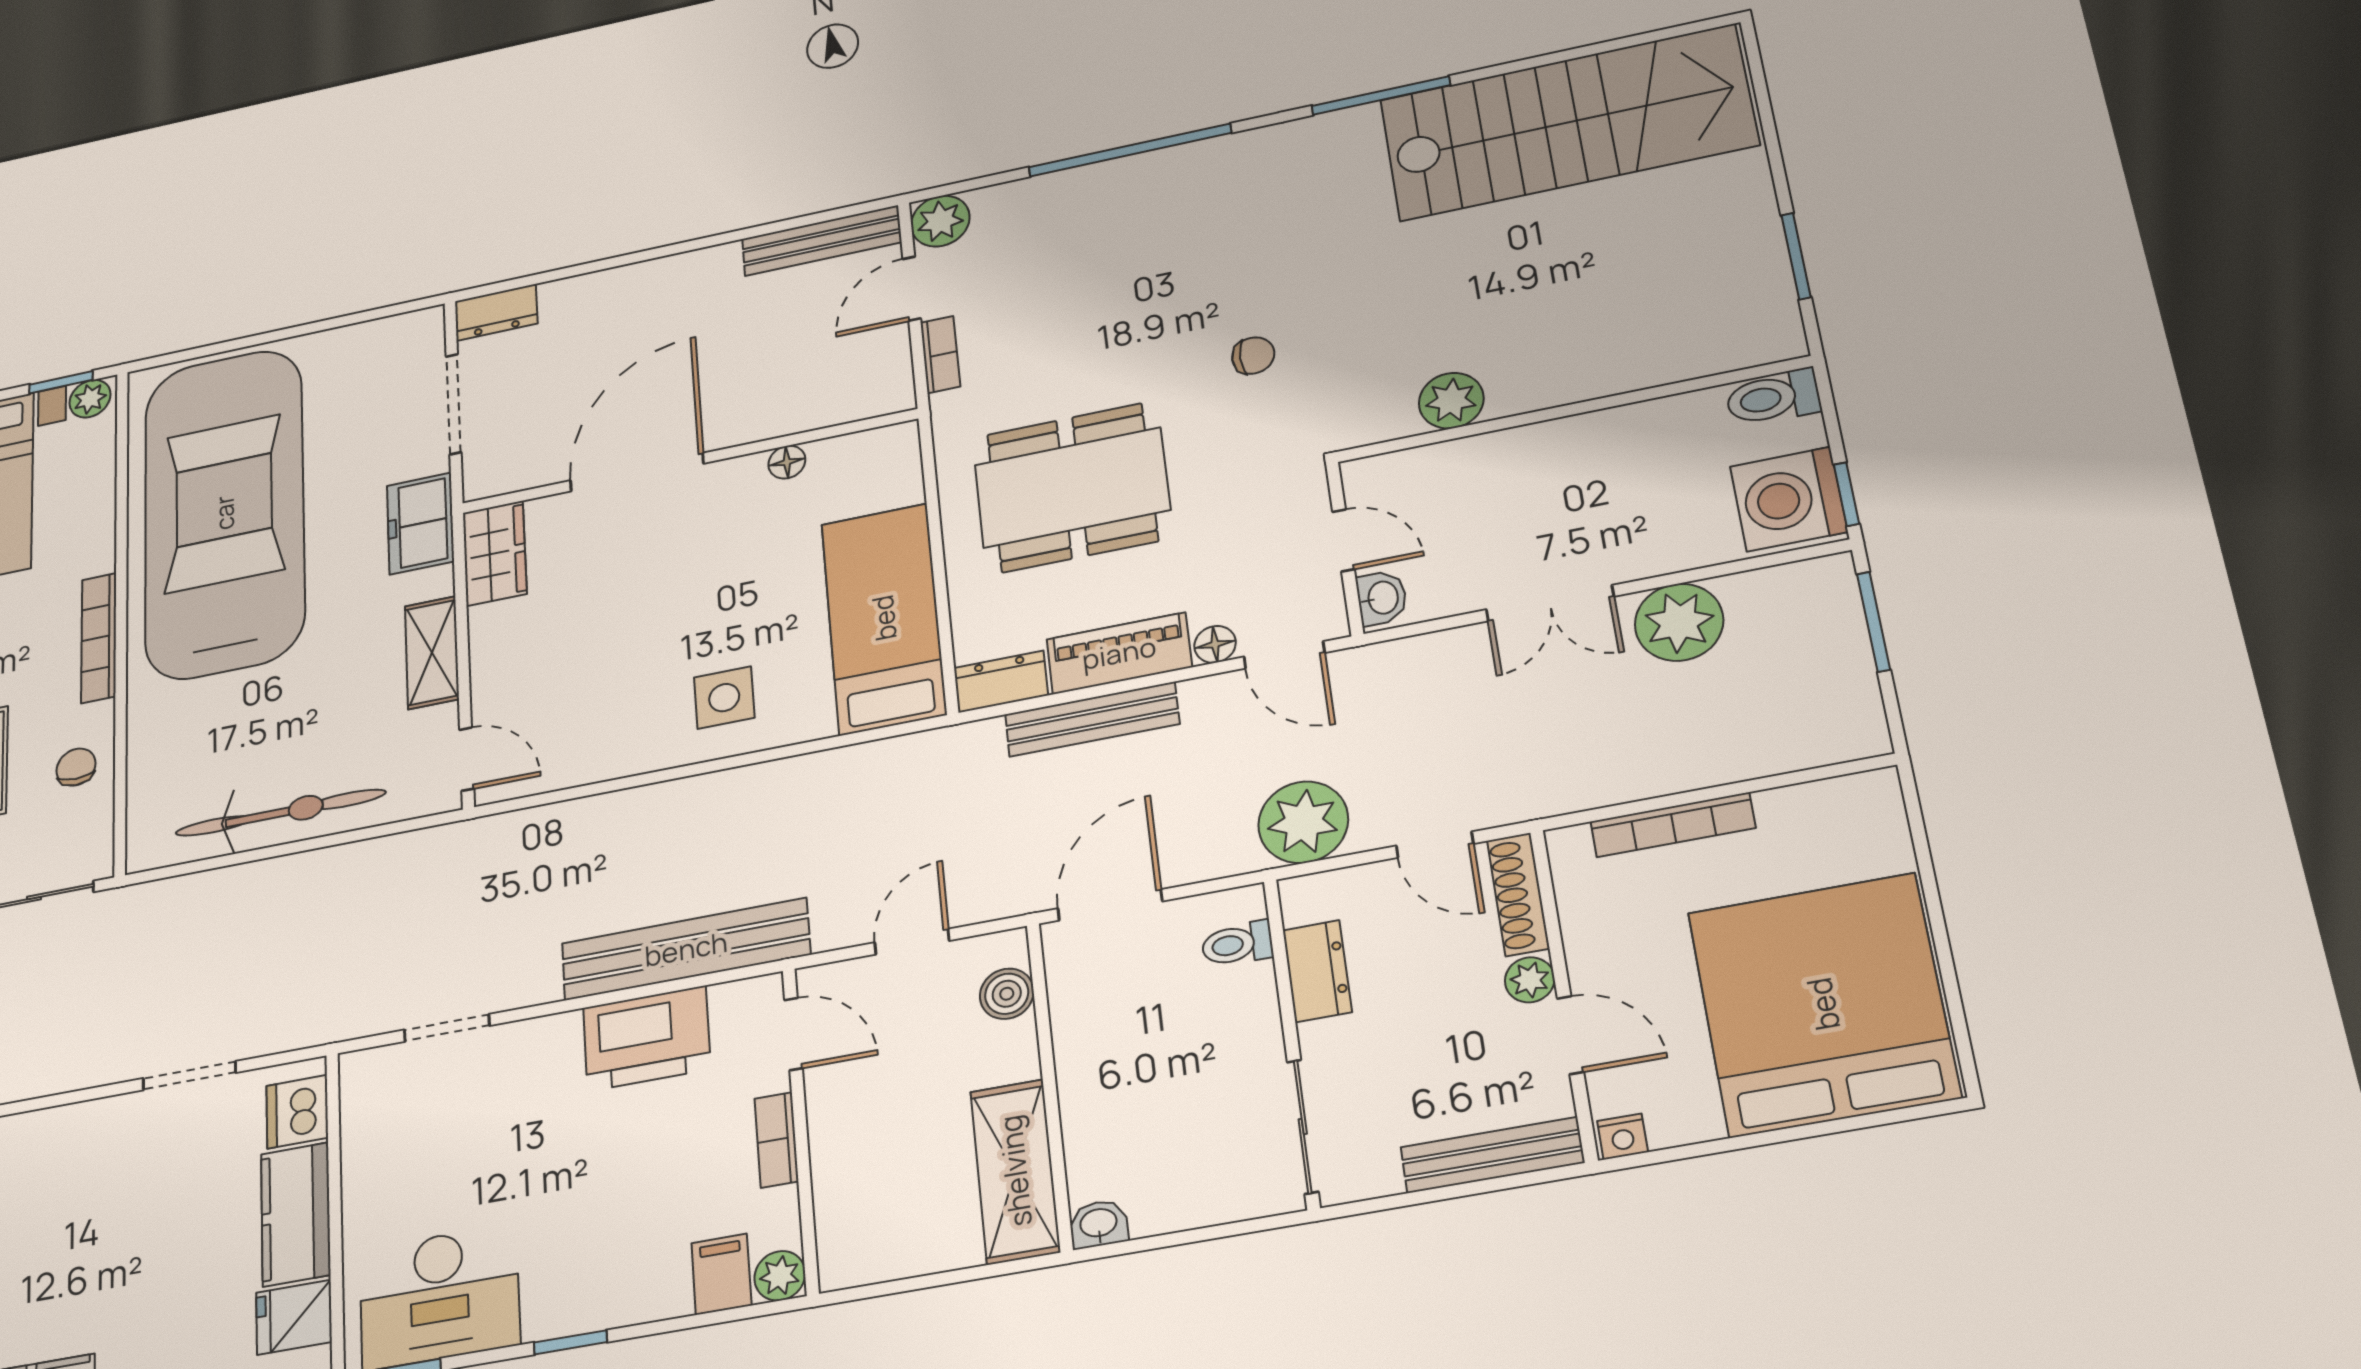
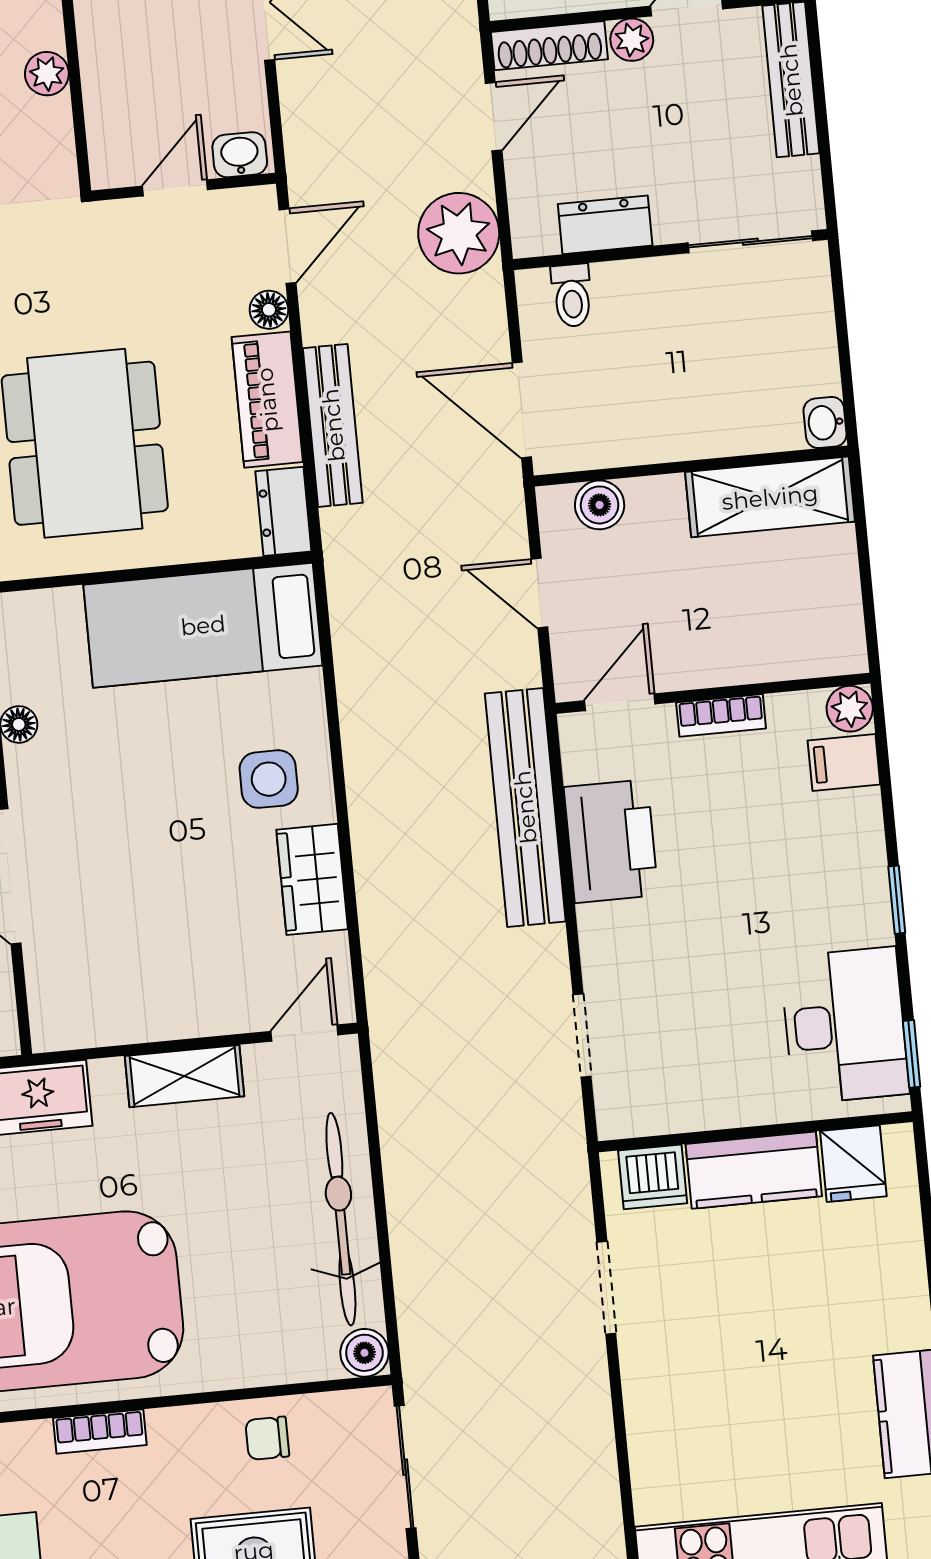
plant: (1451, 401) -> (47, 74), width x0.73, depth x0.73
wardrobe: (495, 553) -> (312, 879), moved, turned -90
bookcase: (99, 638) -> (100, 1432), width x0.64
boiler: (148, 848) -> (364, 1353), added

